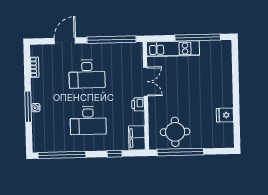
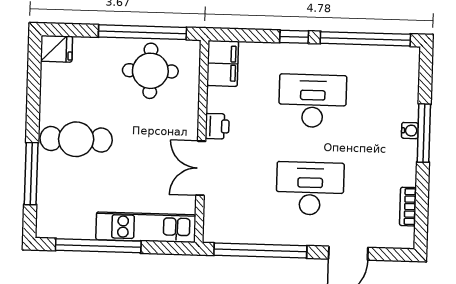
window: (235, 74) -> (31, 174), added
cafe table: (212, 93) -> (76, 139), added
fridge: (225, 115) -> (56, 49), moved
window: (115, 154) -> (294, 37), moved

